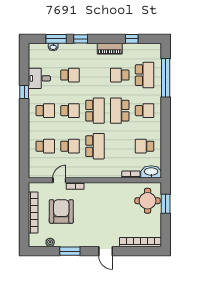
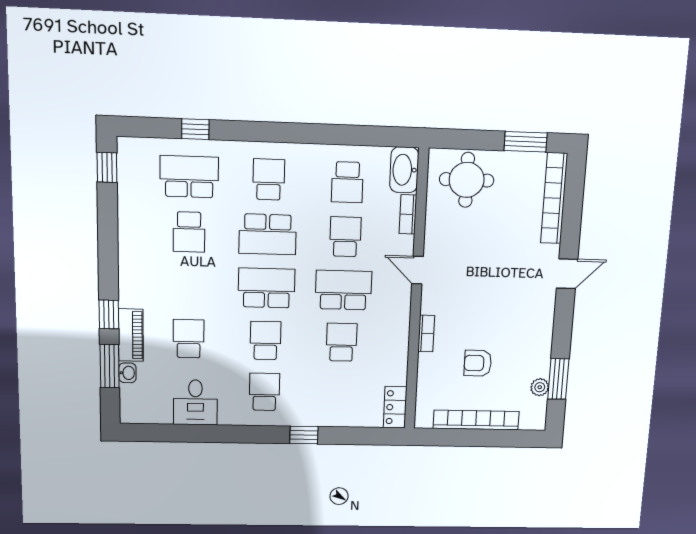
window: (132, 39) -> (107, 167), moved
piano: (110, 49) -> (131, 335), moved
window: (166, 78) -> (195, 129), width x0.32
window: (24, 92) -> (304, 435), moved
school desk: (45, 146) -> (345, 237), moved
locker: (39, 173) -> (395, 407), added
door: (59, 180) -> (418, 270), moved
window: (166, 204) -> (526, 142), moved
armchair: (61, 211) -> (478, 363), width x0.53, depth x0.53
window: (70, 251) -> (558, 379), moved

